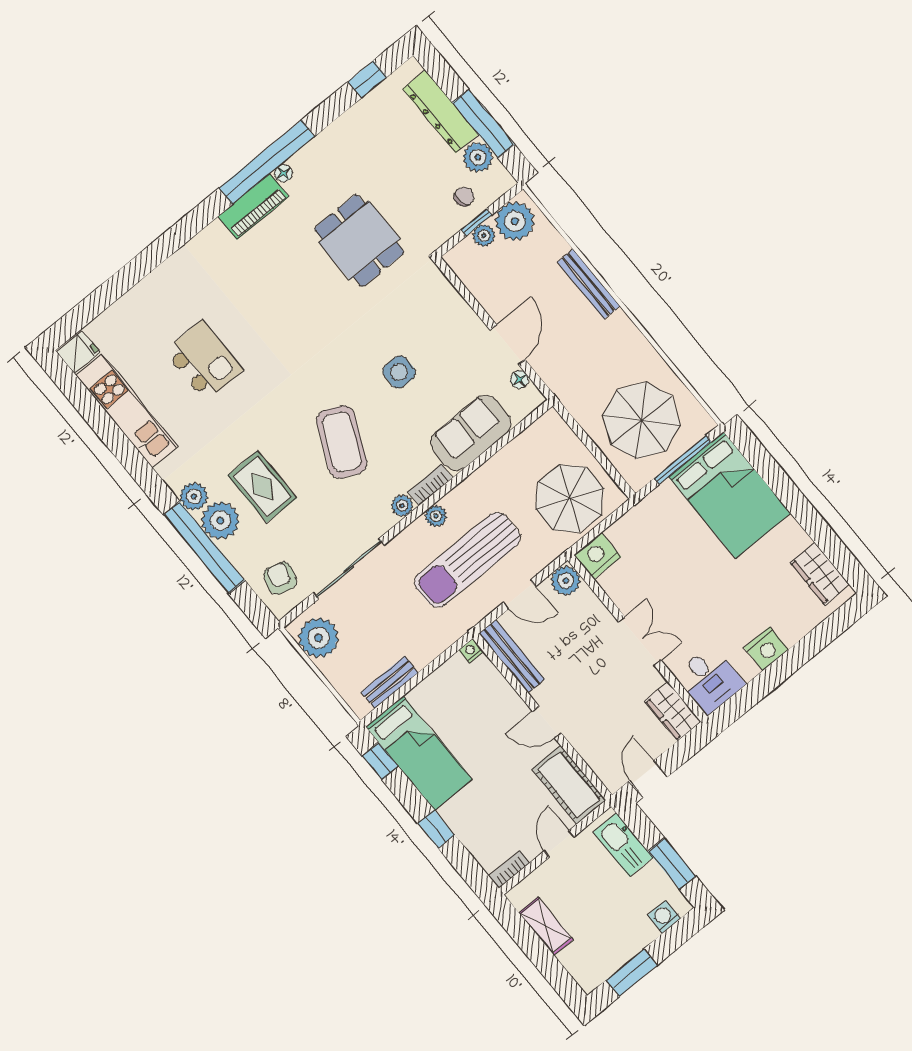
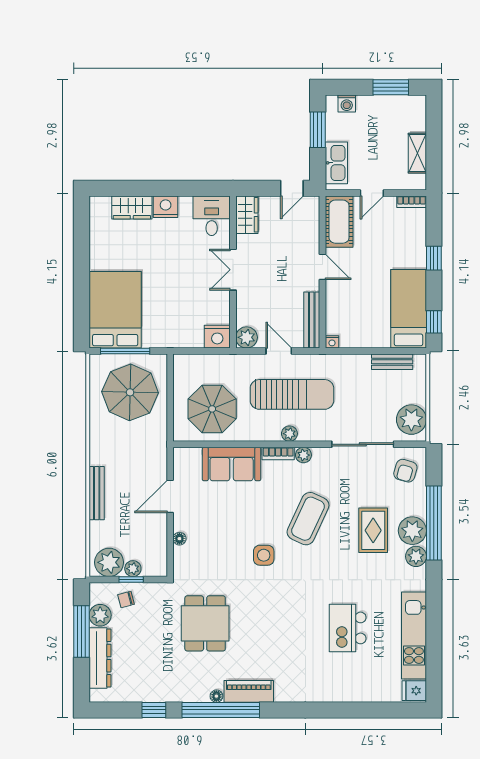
window: (367, 79) -> (154, 710), moved
side table: (399, 372) -> (264, 555), moved
floor lamp: (520, 380) -> (179, 539), moved
parasol: (570, 498) -> (212, 409), moved
wardrobe: (820, 574) -> (132, 207), moved, turned 90

